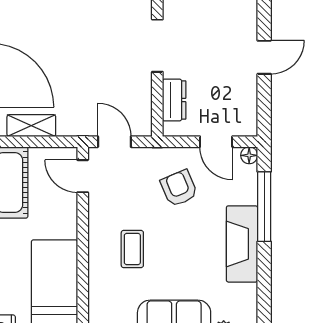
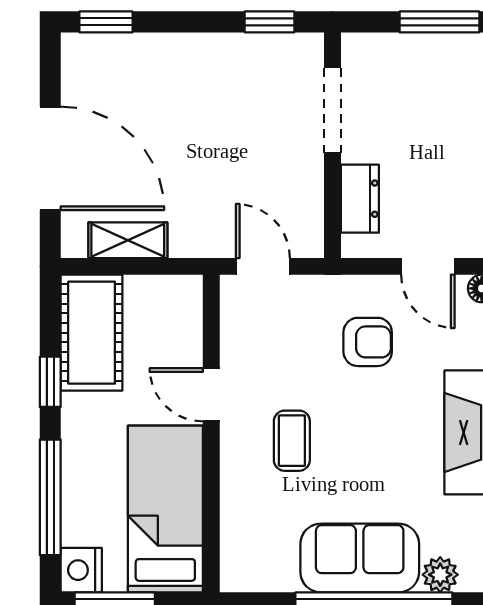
door: (83, 176) -> (211, 395), moved
armchair: (179, 188) -> (368, 342), turned 113

